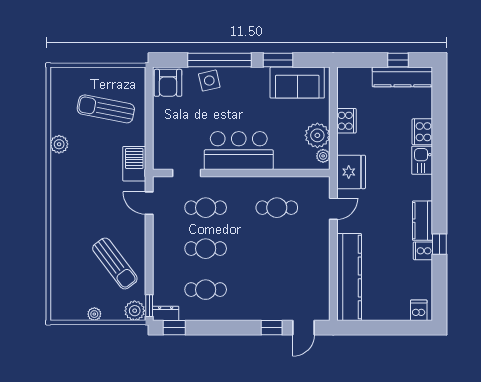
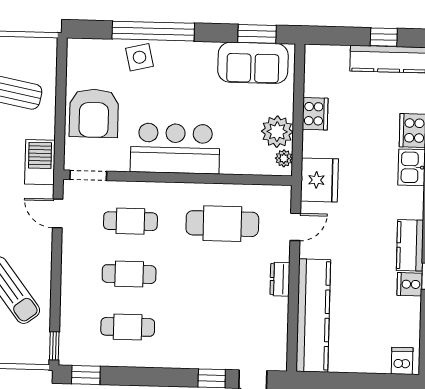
window: (278, 60) -> (257, 34), moved
armchair: (168, 83) -> (94, 113), moved, width x1.36, depth x1.36
doorway: (187, 173) -> (88, 175), moved
cafe table: (277, 208) -> (222, 224), width x1.37, depth x1.35
plant: (135, 311) -> (35, 352), removed
dresser: (166, 313) -> (280, 279), moved, turned -90

